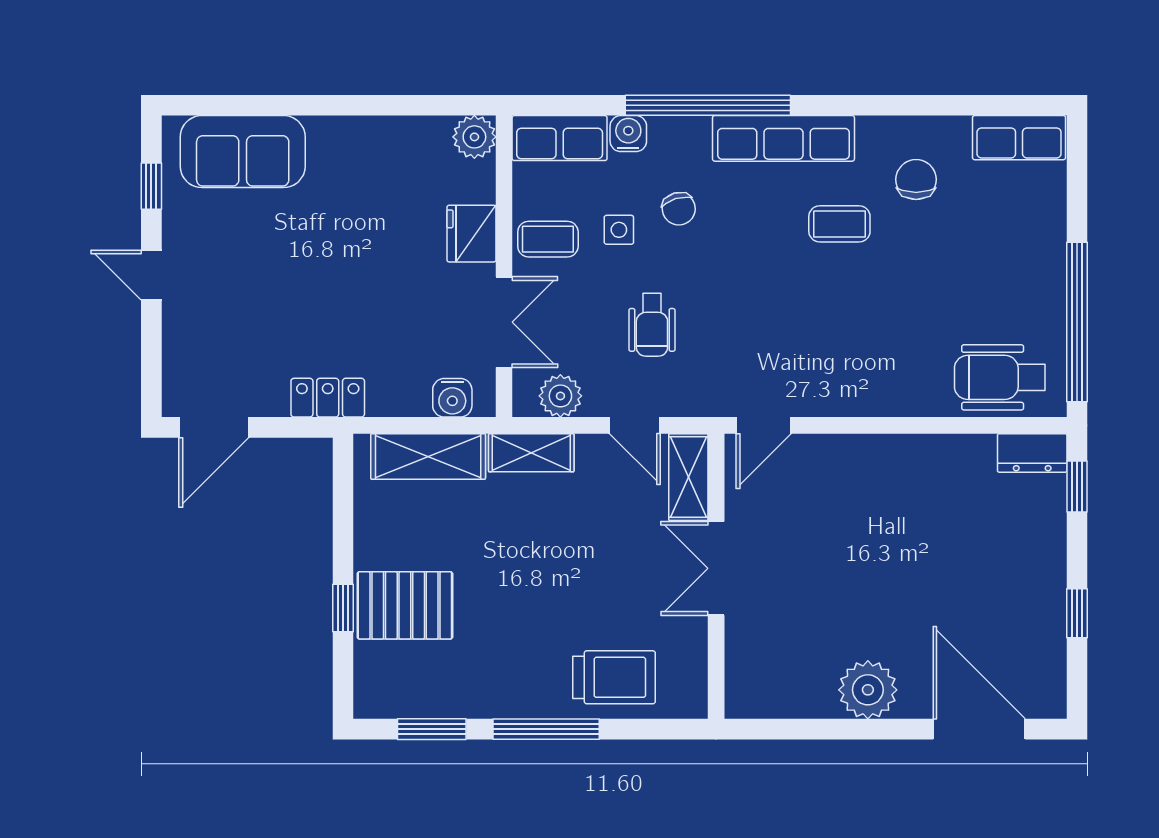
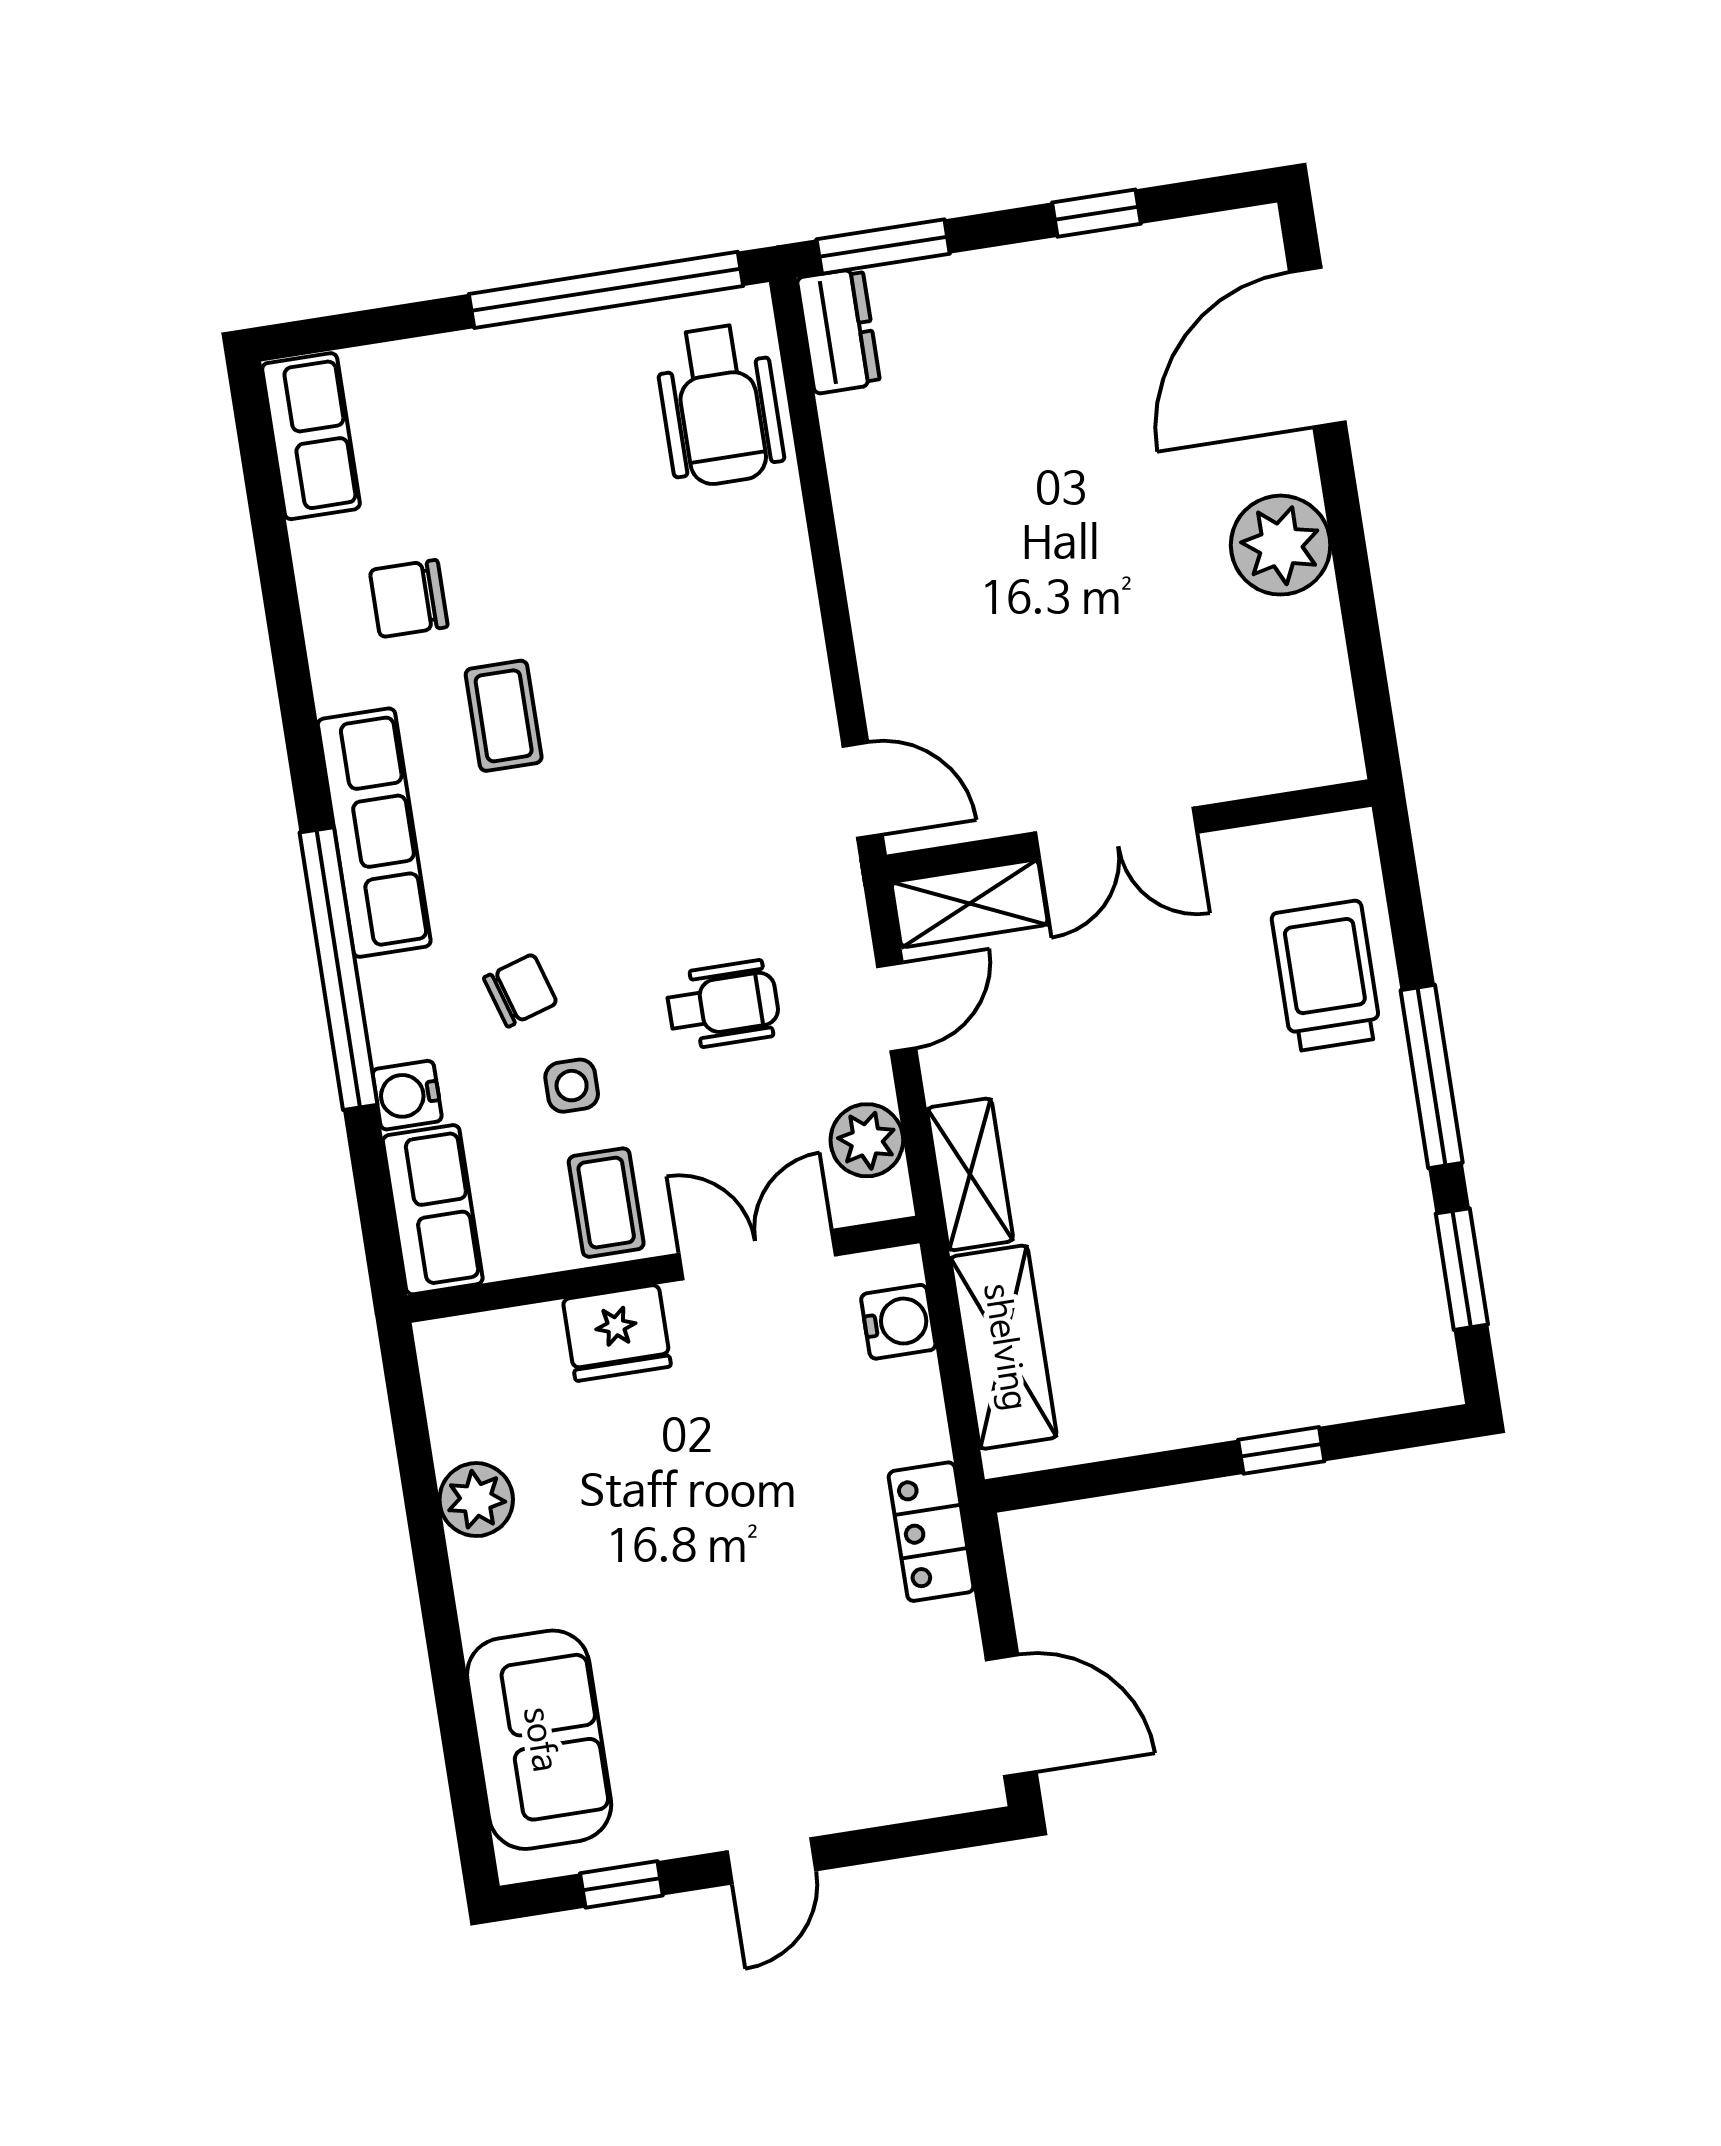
plant: (474, 137) -> (476, 1500), moved
window: (1077, 487) -> (883, 247), width x1.50
pallet: (405, 605) -> (1260, 1347), removed

